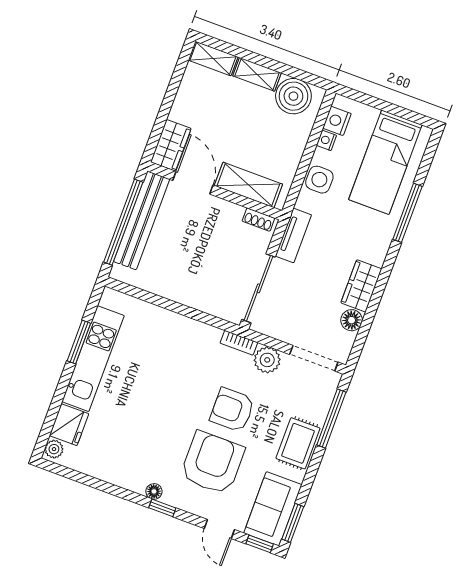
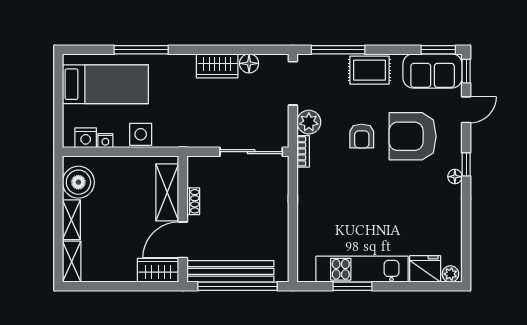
shoe rack: (258, 220) -> (193, 201), moved
tv unit: (293, 235) -> (196, 139), removed
armchair: (232, 410) -> (362, 136), width x0.72, depth x0.72

